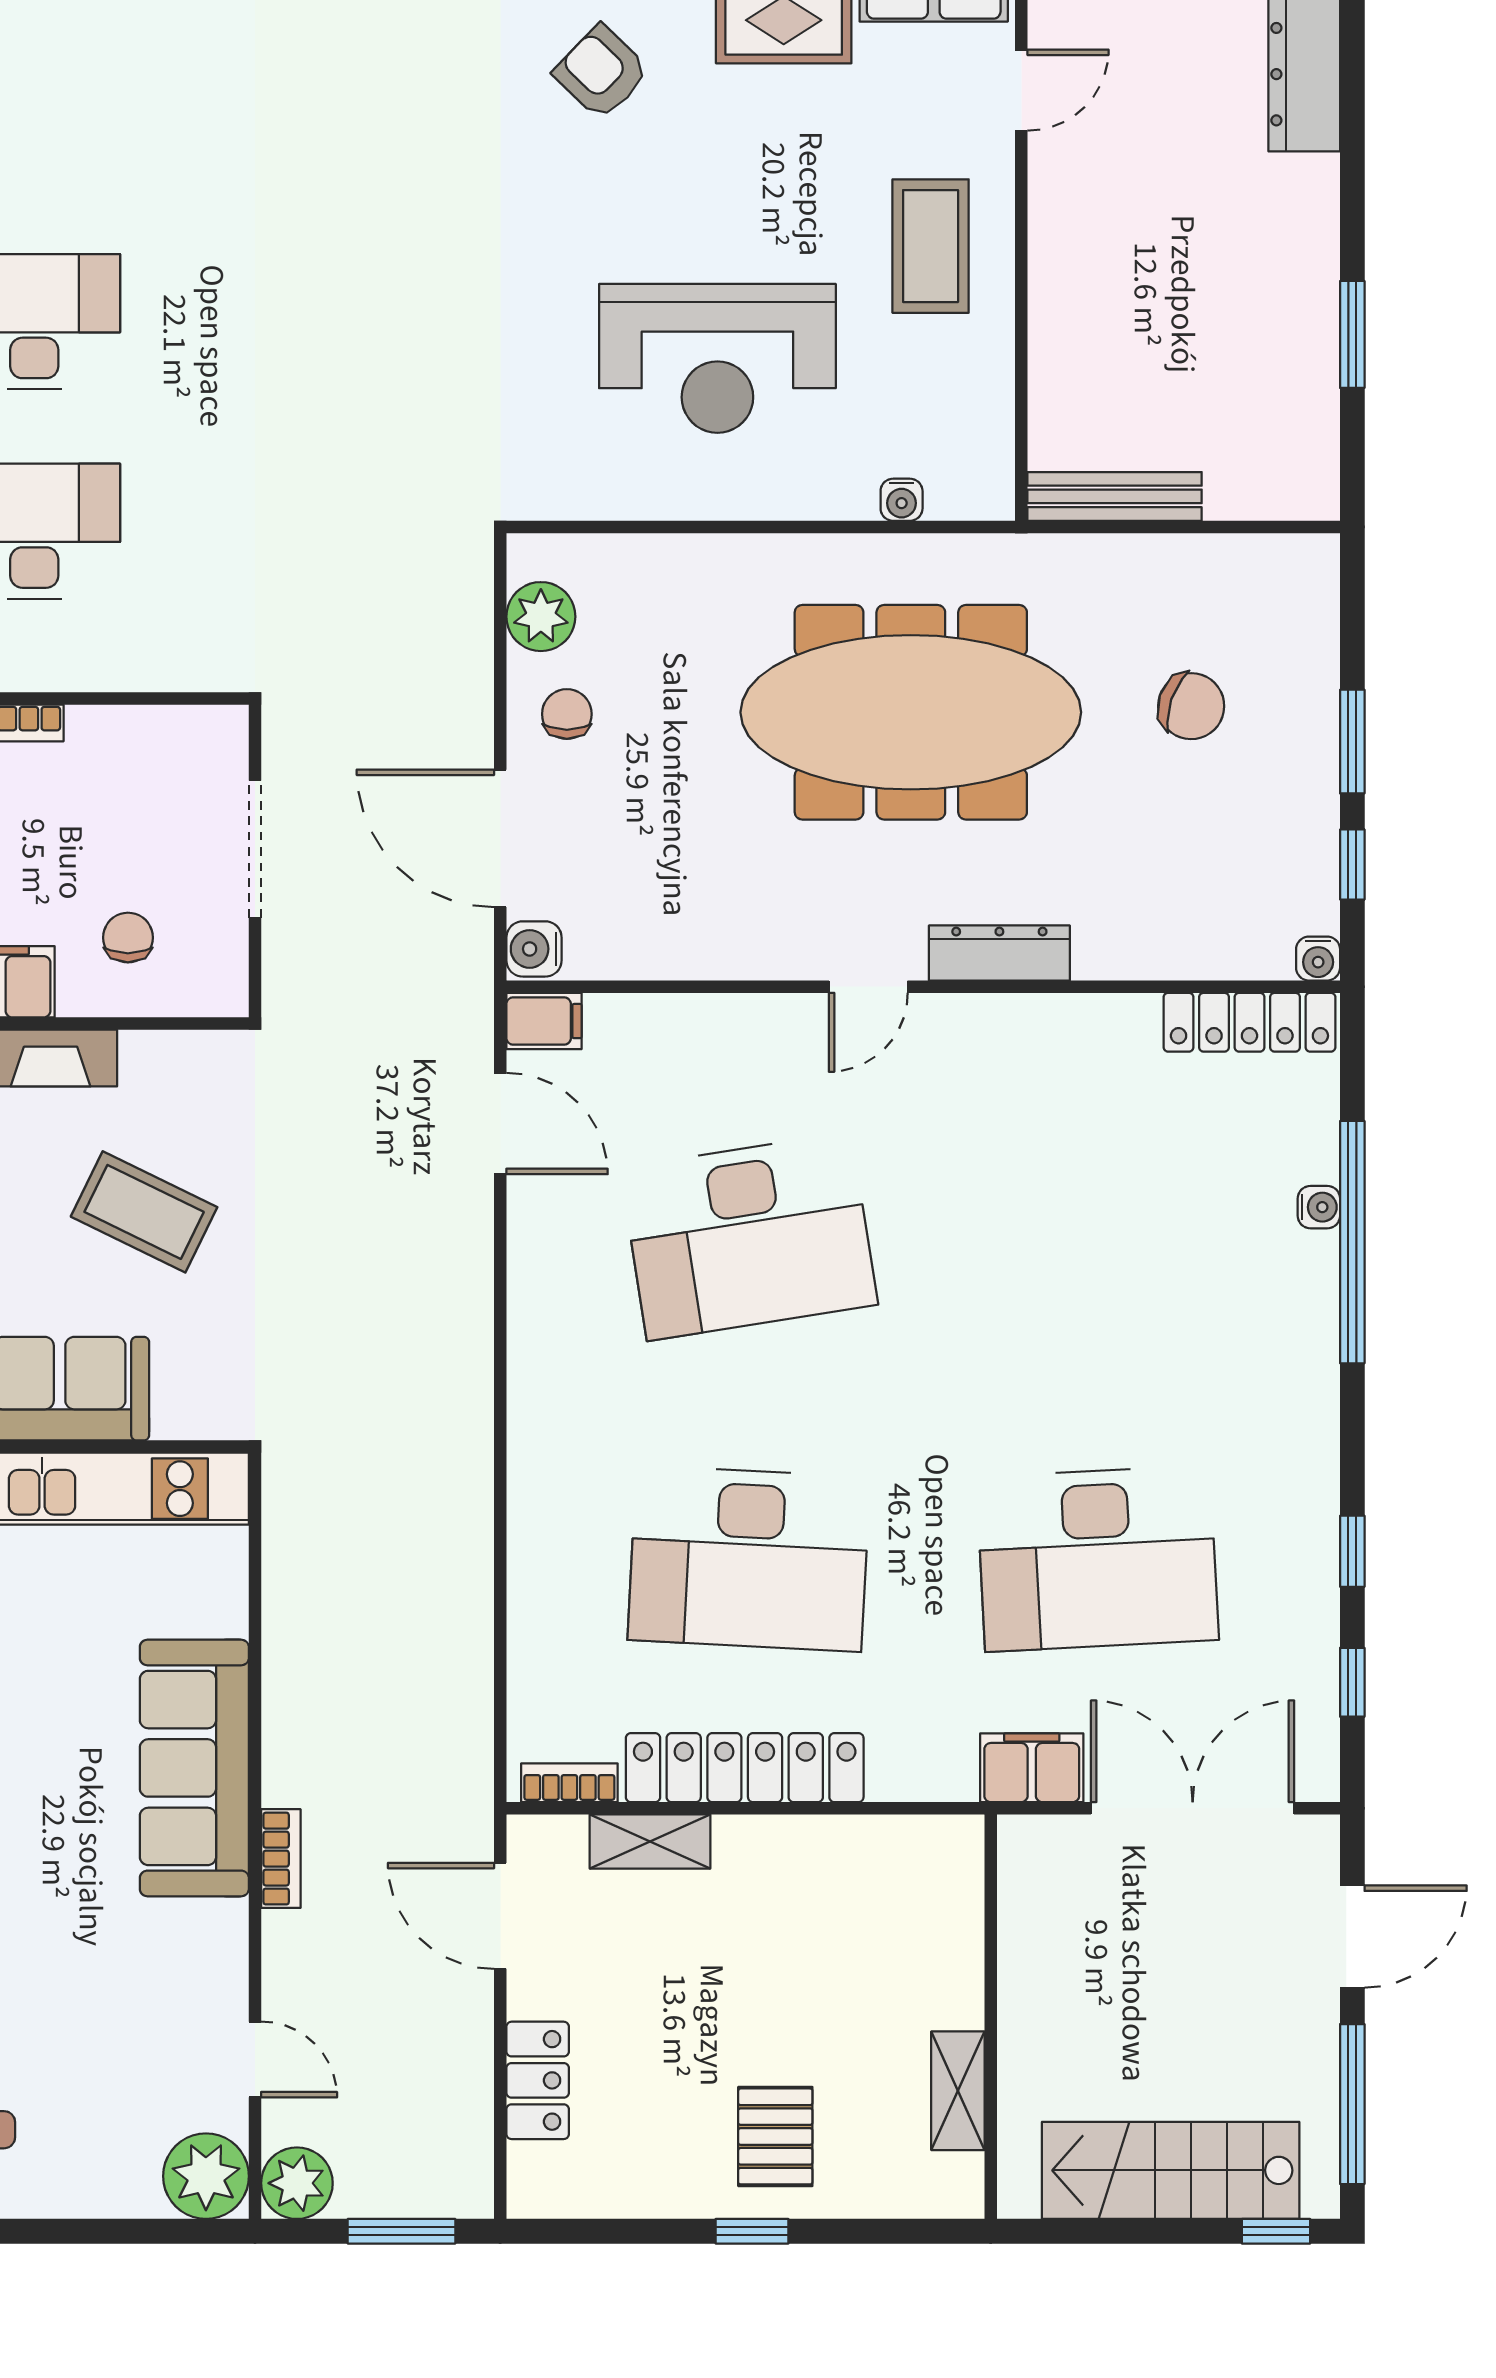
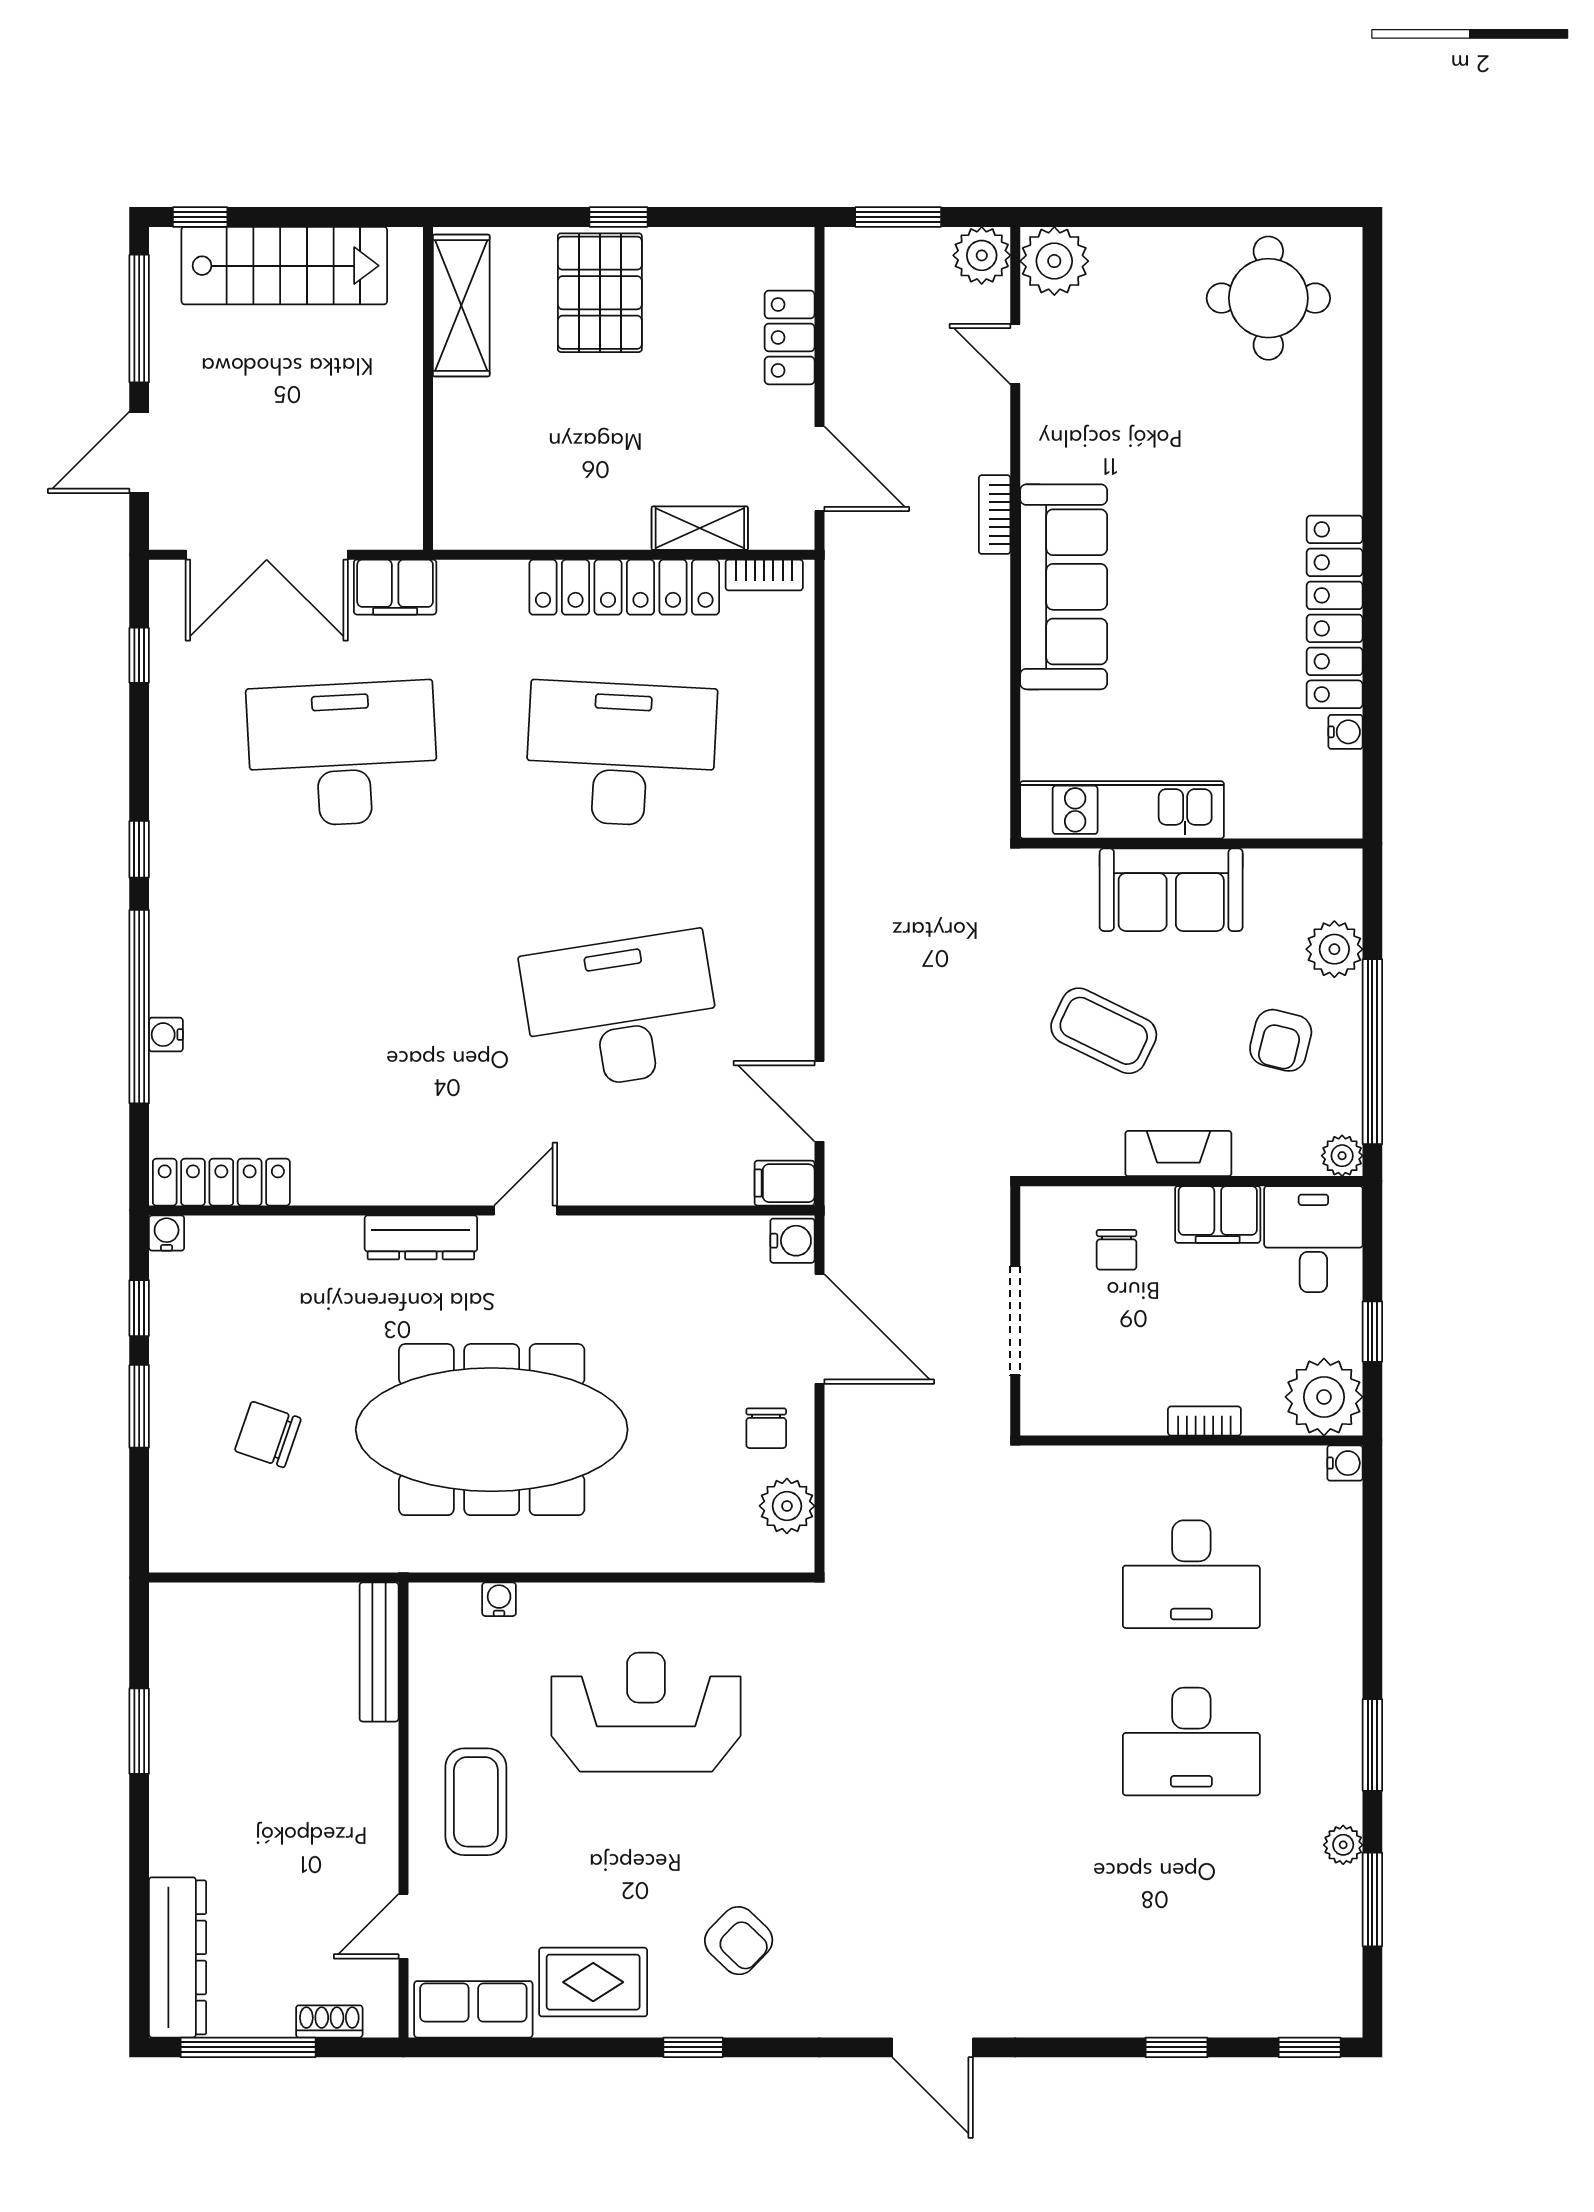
bench: (1115, 496) -> (379, 1652), moved, turned 90
window: (1352, 1551) -> (139, 849), moved
shelving: (958, 2091) -> (461, 306), width x1.50, depth x1.33
pallet: (775, 2136) -> (600, 293), width x1.50, depth x1.42

